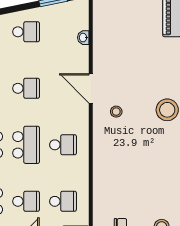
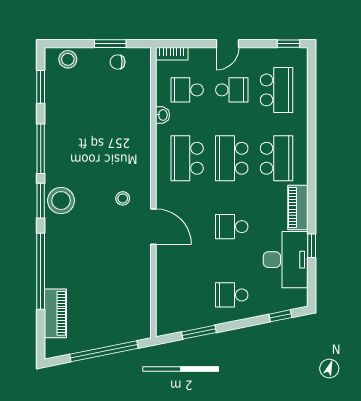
washbasin: (83, 38) -> (163, 115), moved
school desk: (63, 145) -> (187, 158), width x1.85
school desk: (26, 201) -> (232, 90), turned 180

